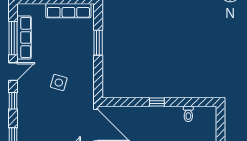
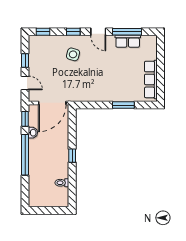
row of seats: (24, 37) -> (128, 41), width x0.68
side table: (59, 83) -> (73, 54), moved

